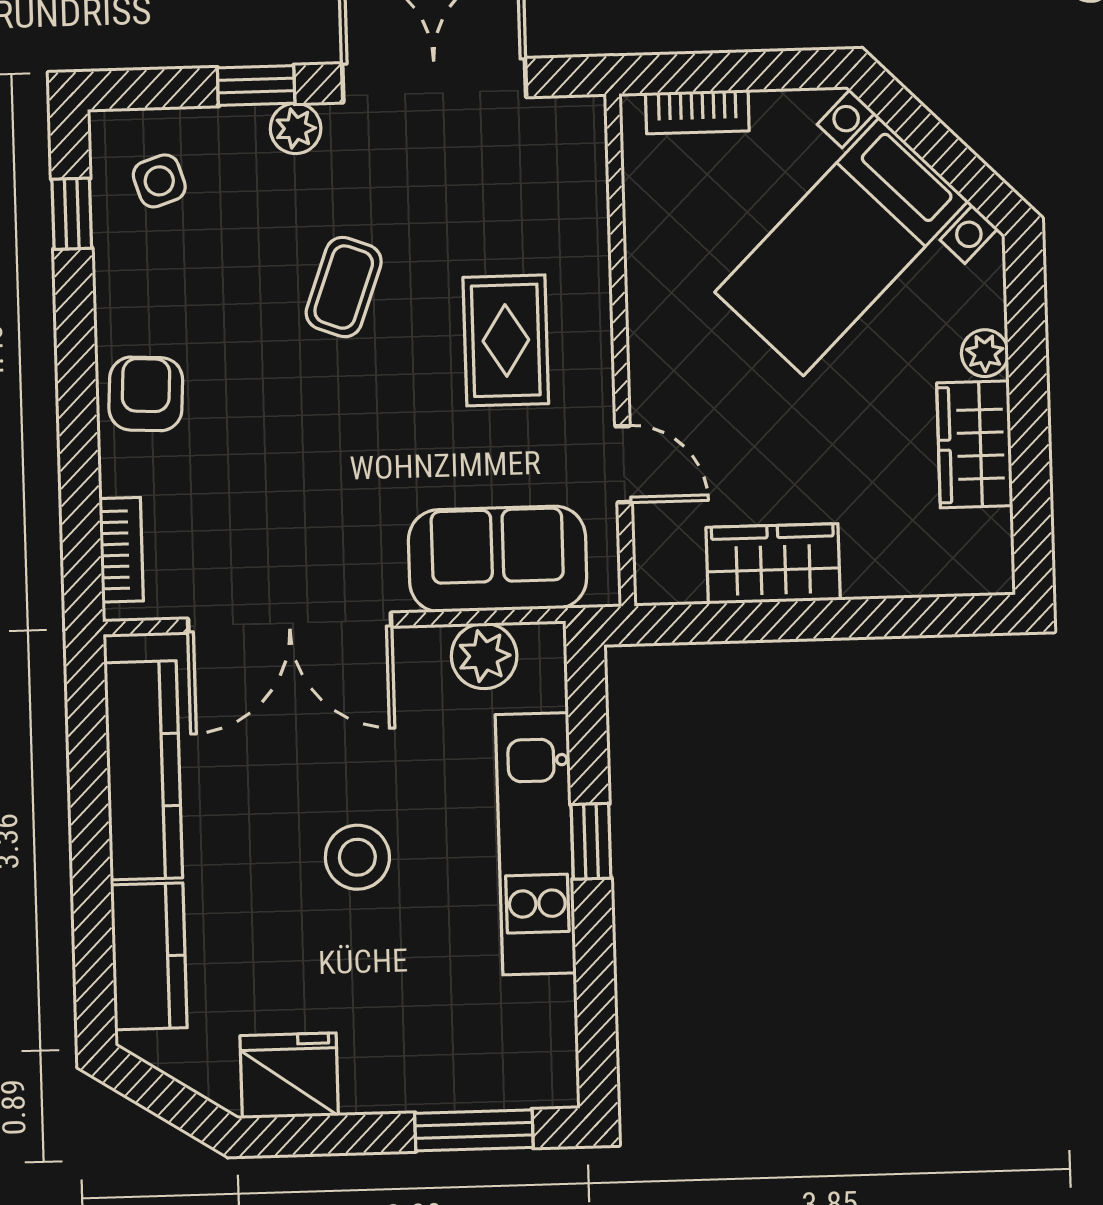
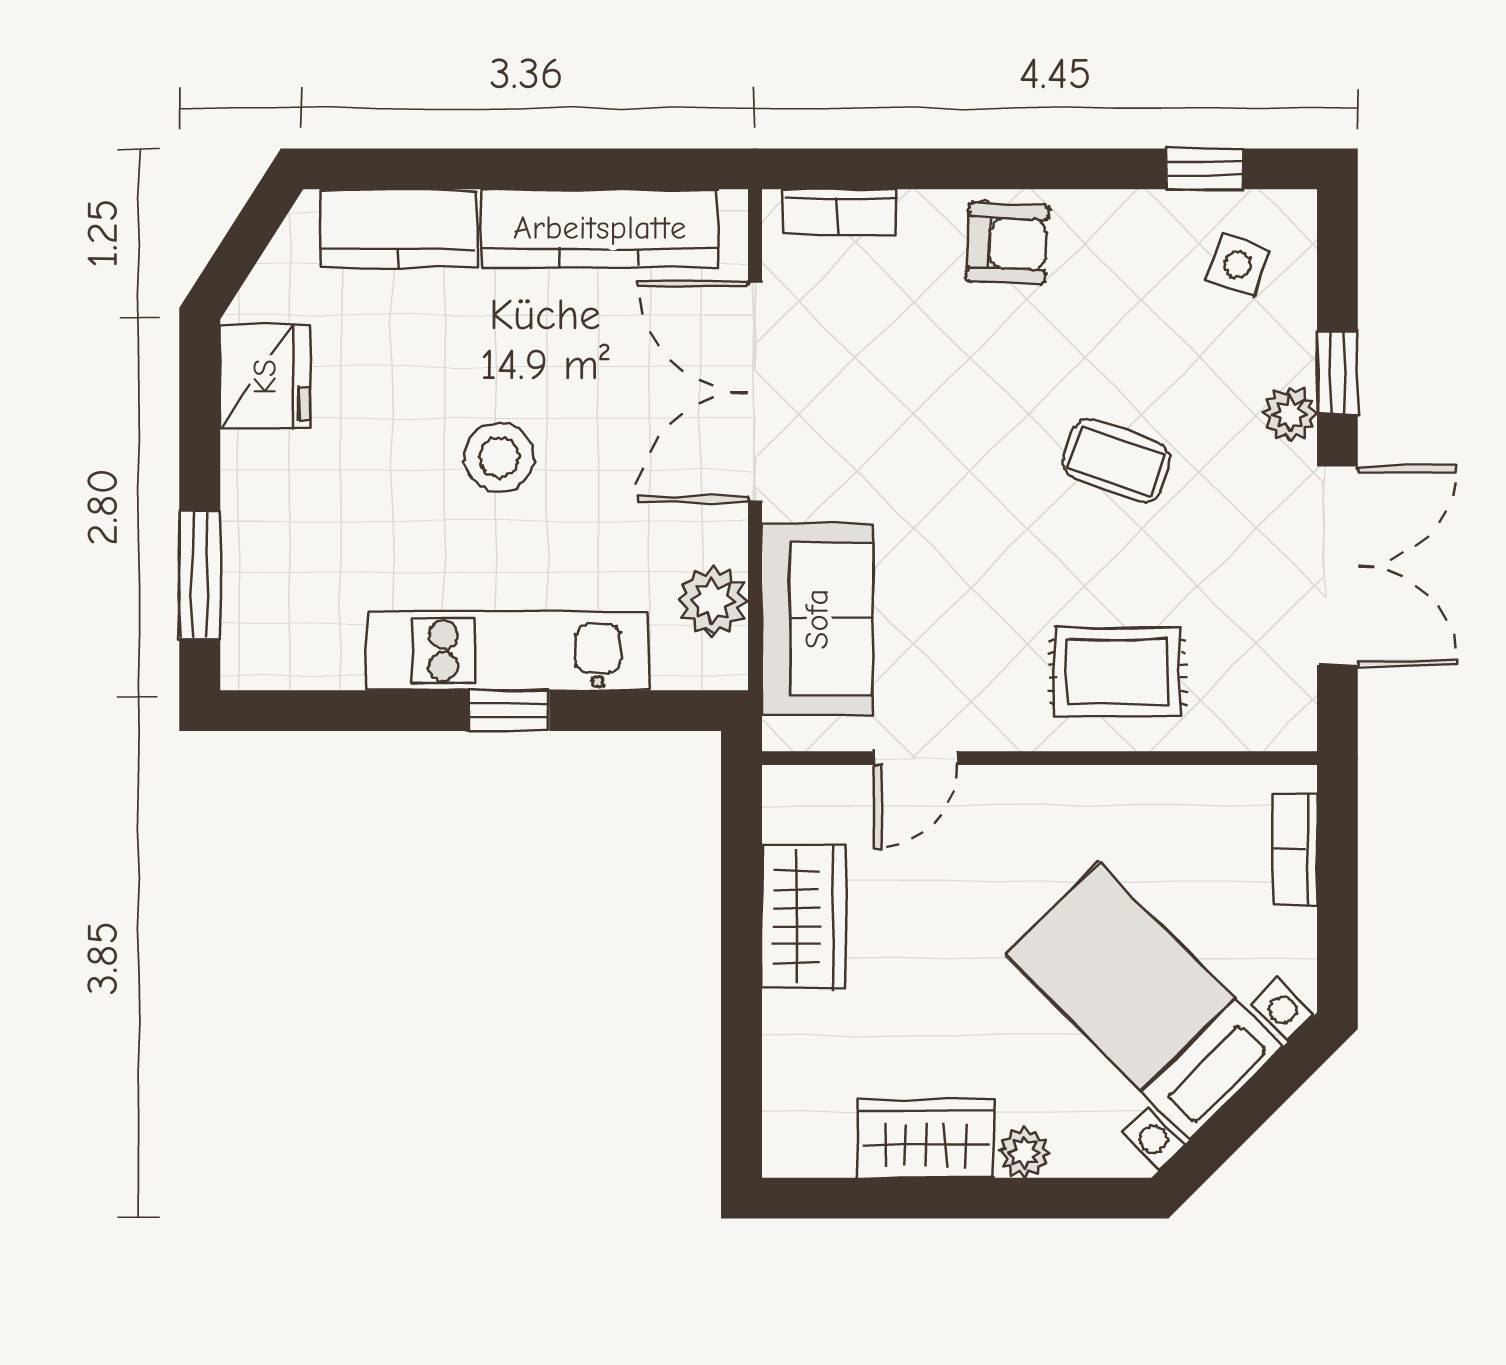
side table: (159, 181) -> (1237, 265), turned 38
rug: (506, 340) -> (1117, 671), moved

